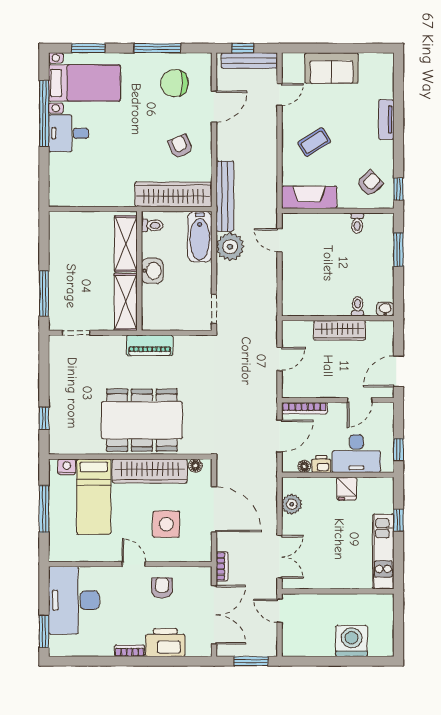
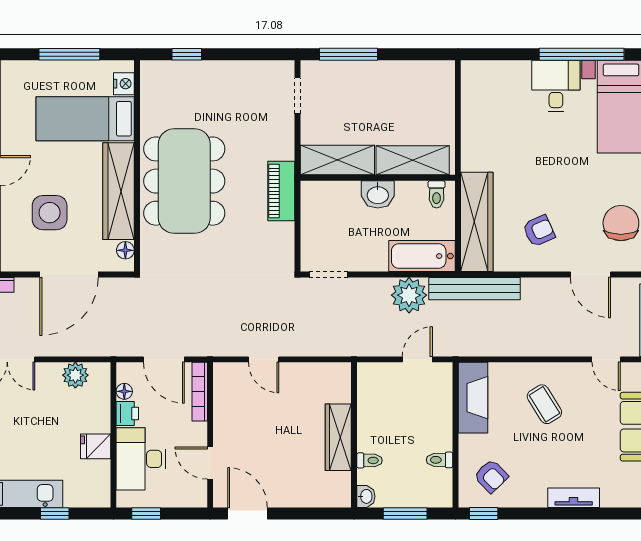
toilet: (358, 306) -> (370, 460), moved
washbasin: (385, 309) -> (366, 496), moved
wall: (338, 318) -> (354, 435), moved
wardrobe: (340, 330) -> (338, 437), moved

